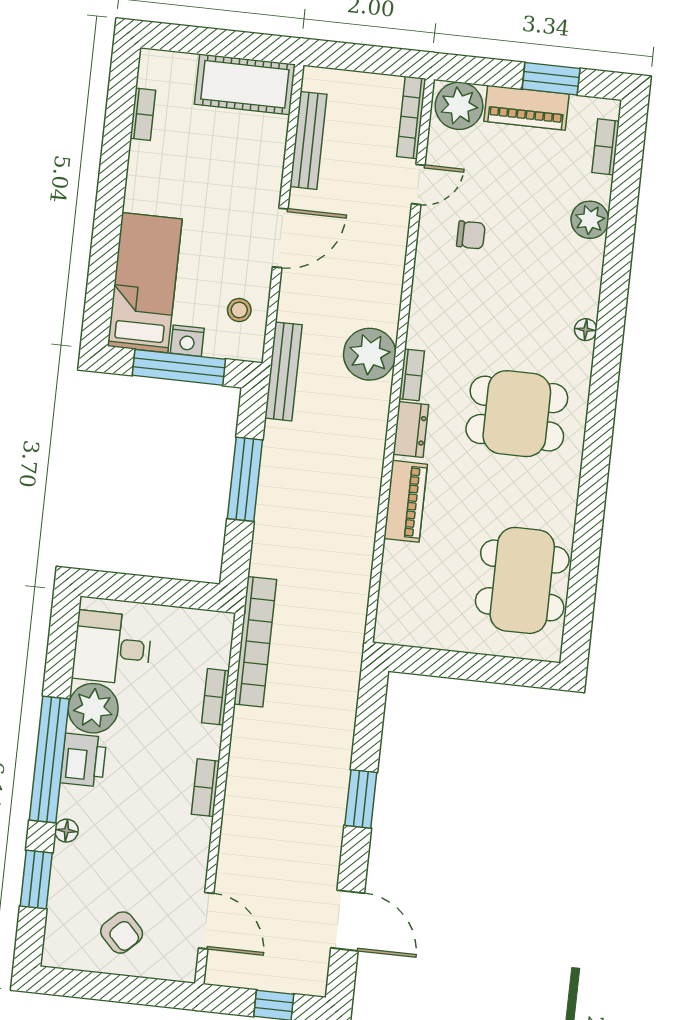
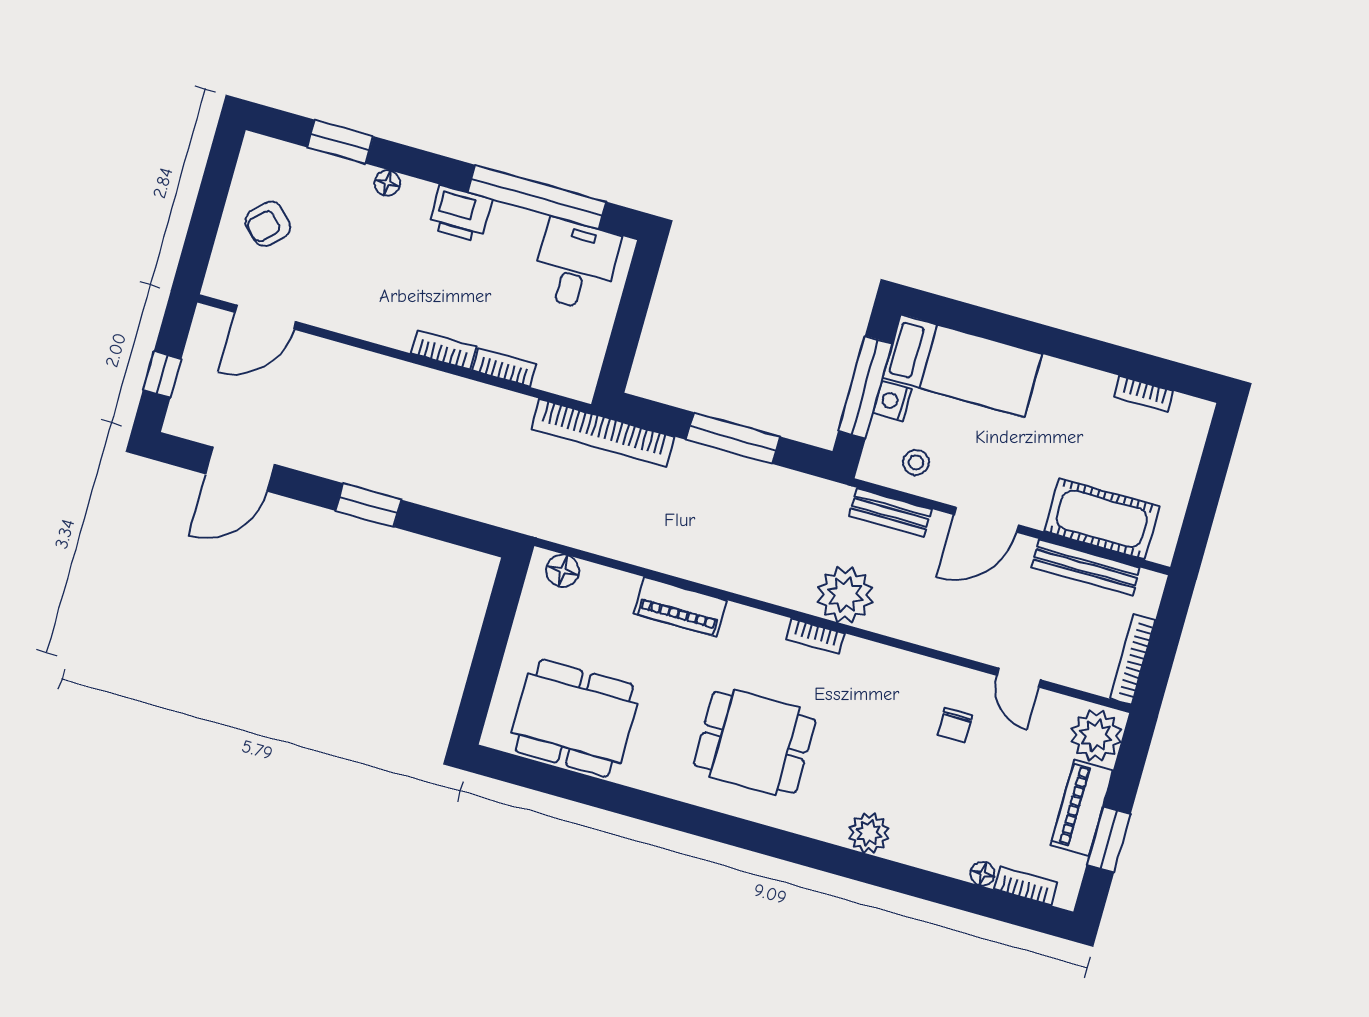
cot: (245, 84) -> (1102, 519), moved, turned 90
bookcase: (411, 117) -> (1133, 659), moved, turned -90
plant: (590, 220) -> (869, 833), moved
door: (280, 238) -> (986, 520), hinge flipped
floor lamp: (586, 330) -> (983, 874), moved
bench: (283, 371) -> (890, 513), moved, width x0.73
dining table: (517, 414) -> (755, 742), turned 90
dresser: (411, 430) -> (757, 625), removed
floor lamp: (391, 613) -> (563, 571), added
bookcase: (255, 642) -> (603, 433), moved
plant: (93, 708) -> (514, 234), removed
window: (49, 759) -> (537, 197), moved
bookcase: (205, 788) -> (444, 350), moved

